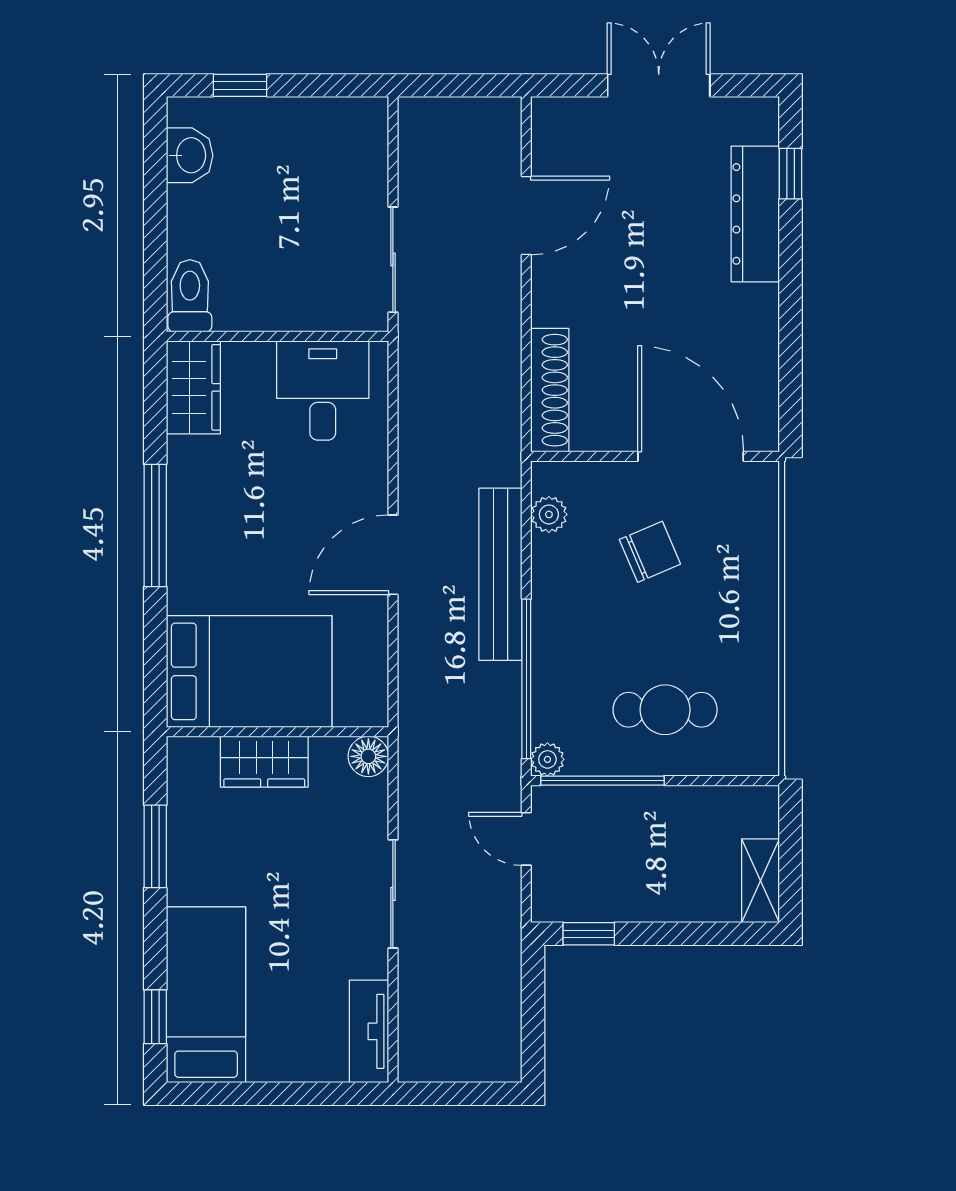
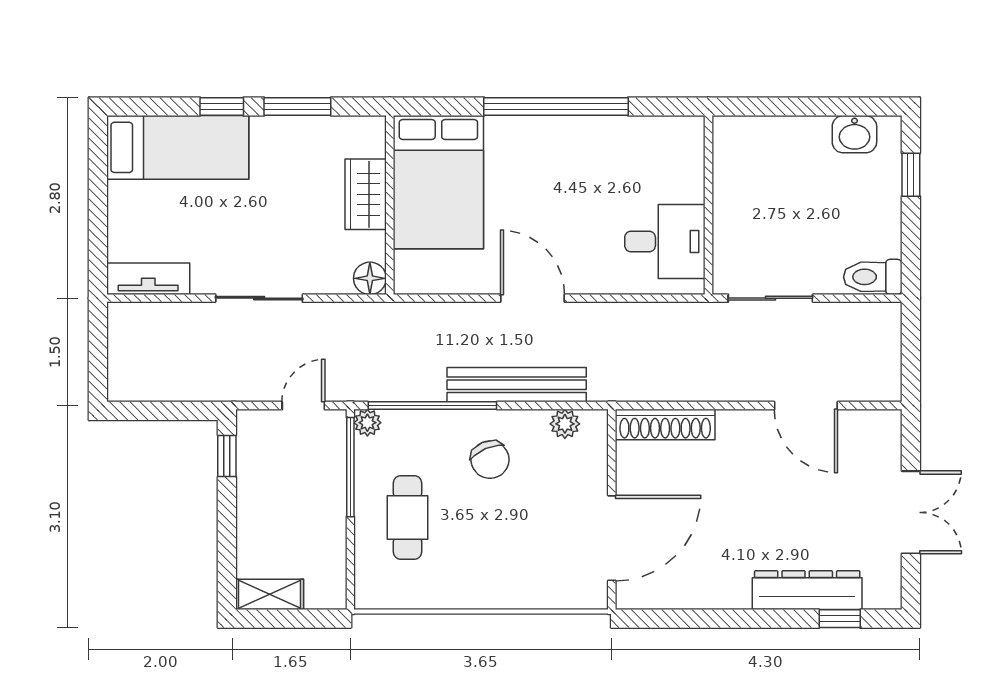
toilet: (190, 296) -> (873, 277), moved, turned 180
wardrobe: (193, 387) -> (667, 137), removed
window: (155, 526) -> (556, 107), width x1.46
chair: (650, 552) -> (490, 460), moved
window: (155, 1017) -> (222, 107), moved

